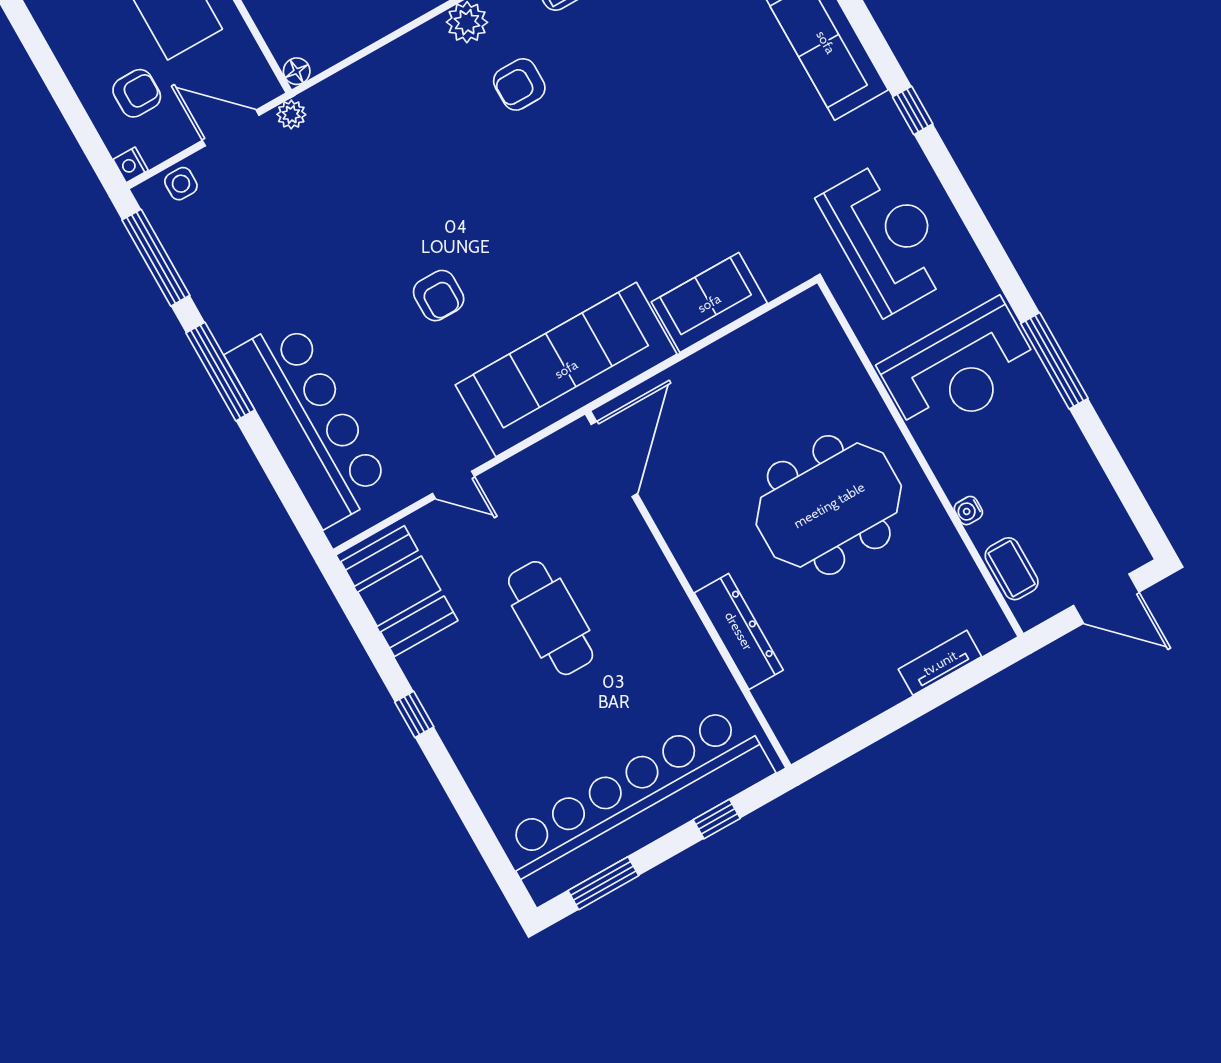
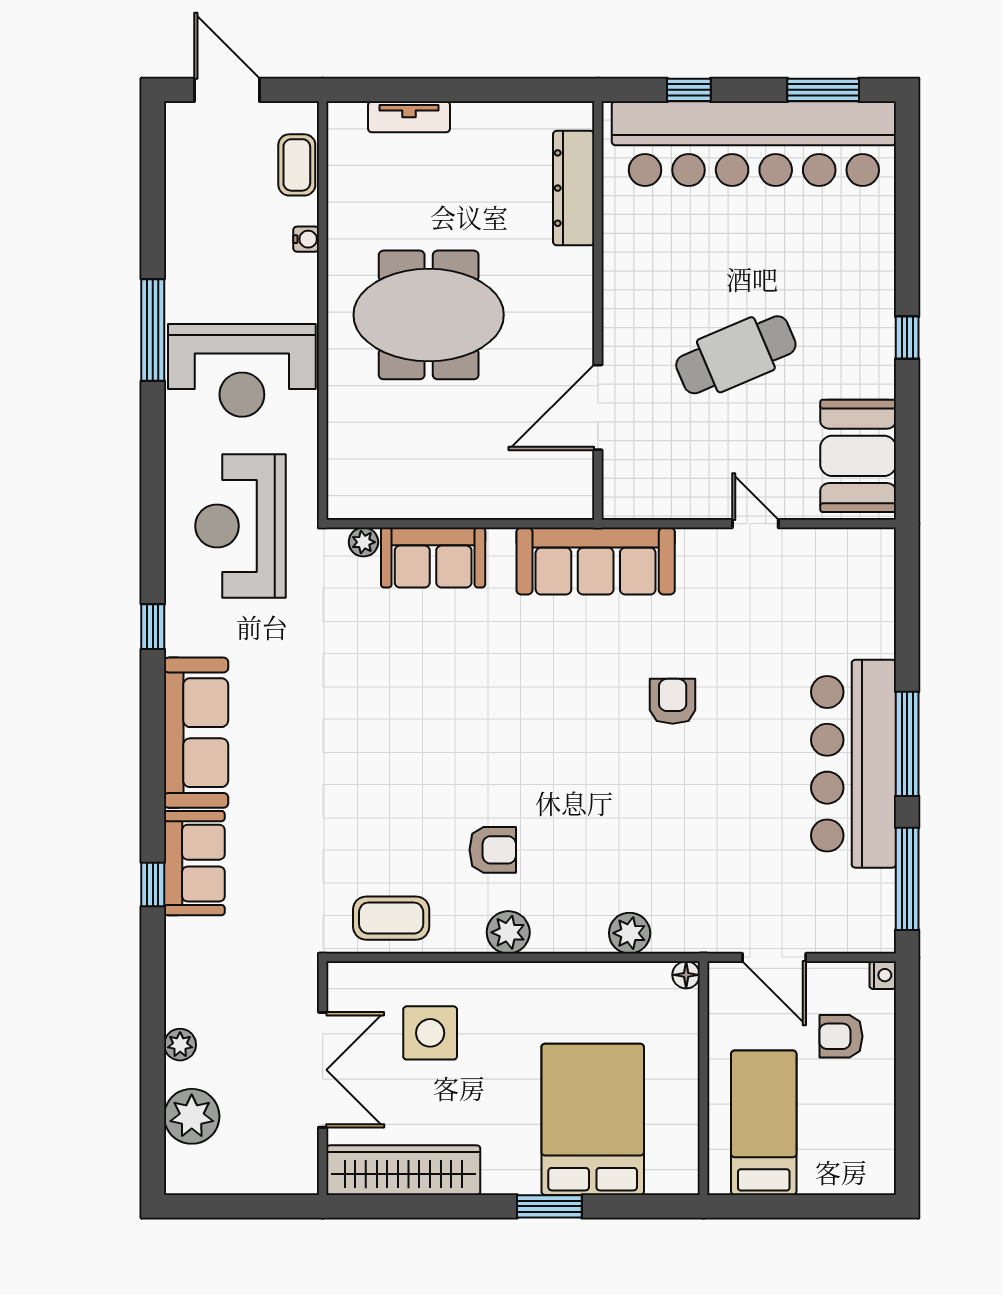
plant: (291, 114) -> (630, 933), moved, width x1.38, depth x1.38
side table: (181, 184) -> (847, 933), removed
plant: (775, 282) -> (363, 542), added
sofa: (566, 369) -> (596, 561), width x0.74, depth x0.79
reception desk: (960, 369) -> (242, 370), turned 180
bar counter: (309, 422) -> (853, 764), moved
door: (614, 459) -> (598, 407), moved
cafe table: (551, 618) -> (736, 355), turned 67
dresser: (739, 631) -> (574, 188), moved

